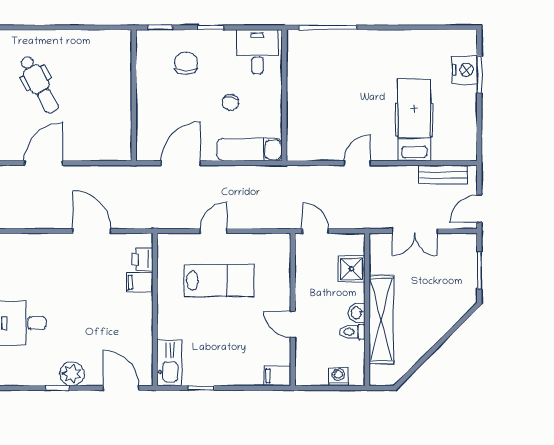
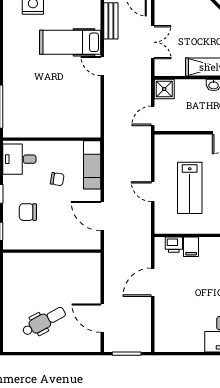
door: (357, 163) -> (102, 66), moved
shower: (352, 269) -> (164, 89), moved
lab bench: (219, 281) -> (190, 188), turned 180

